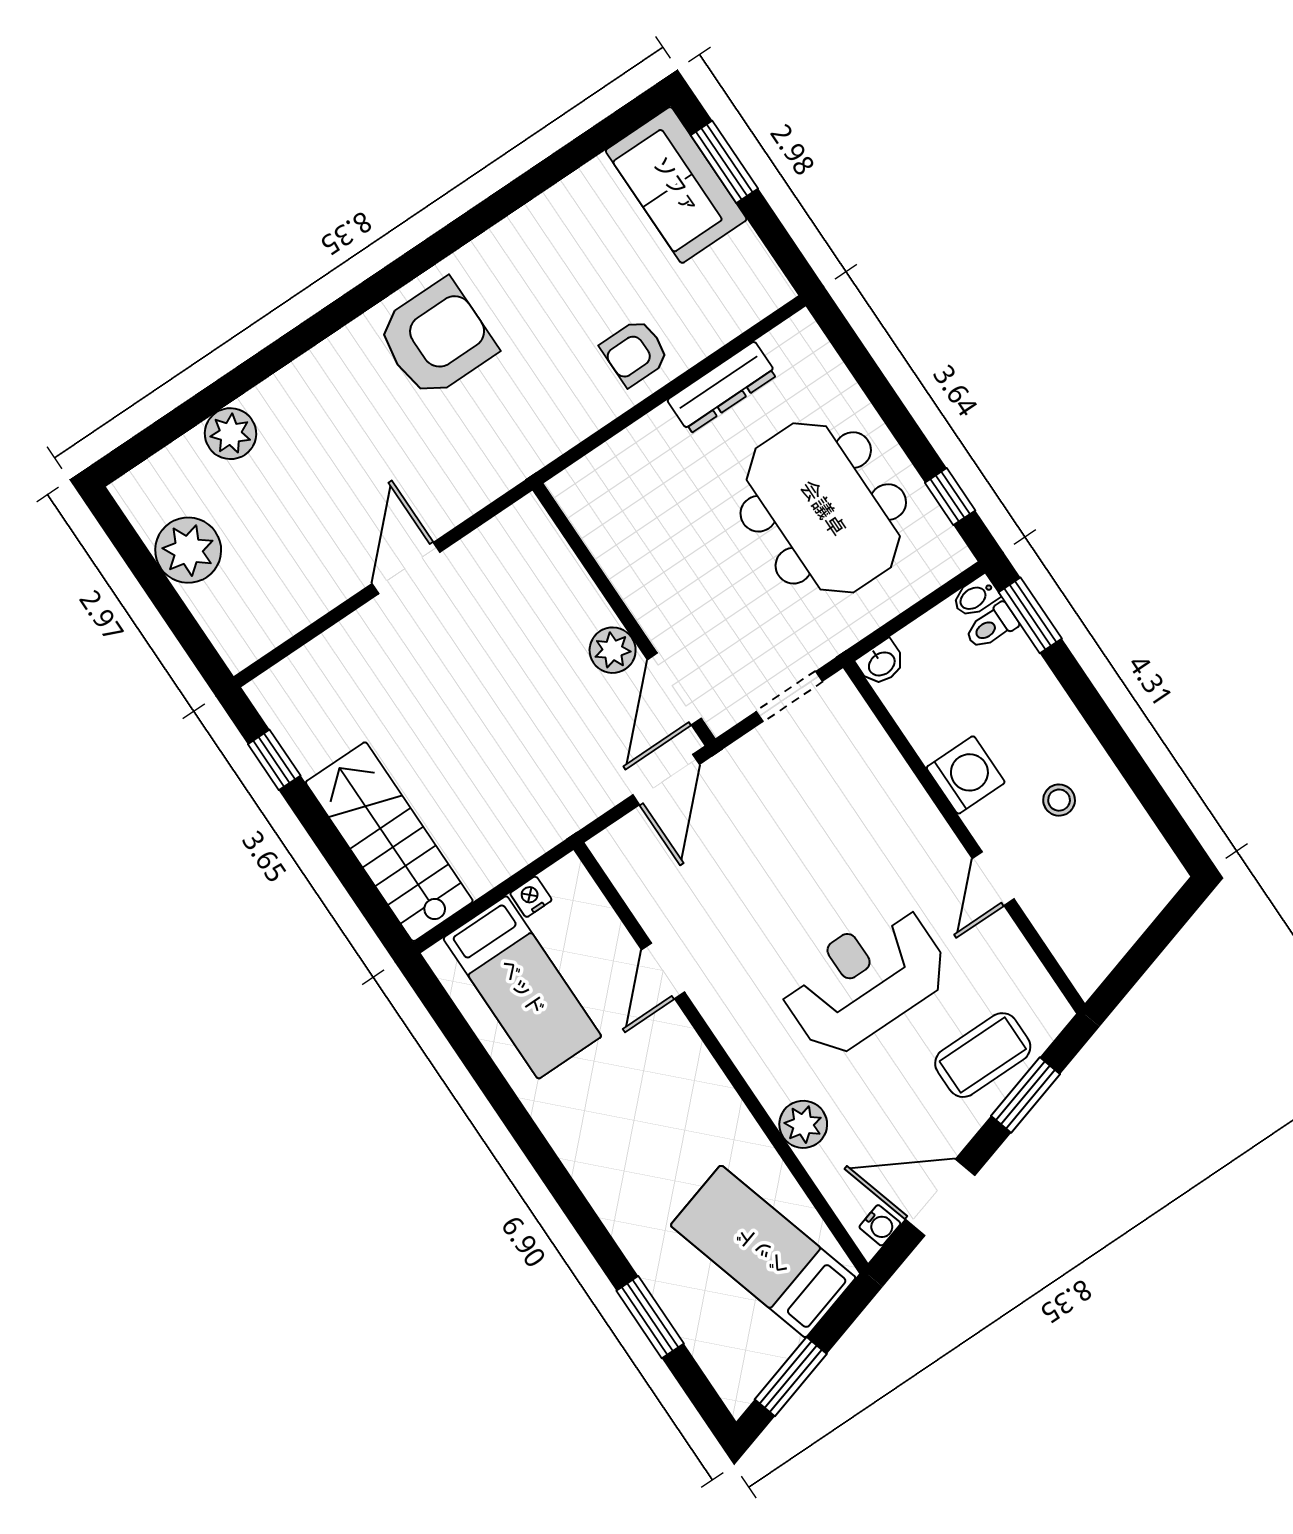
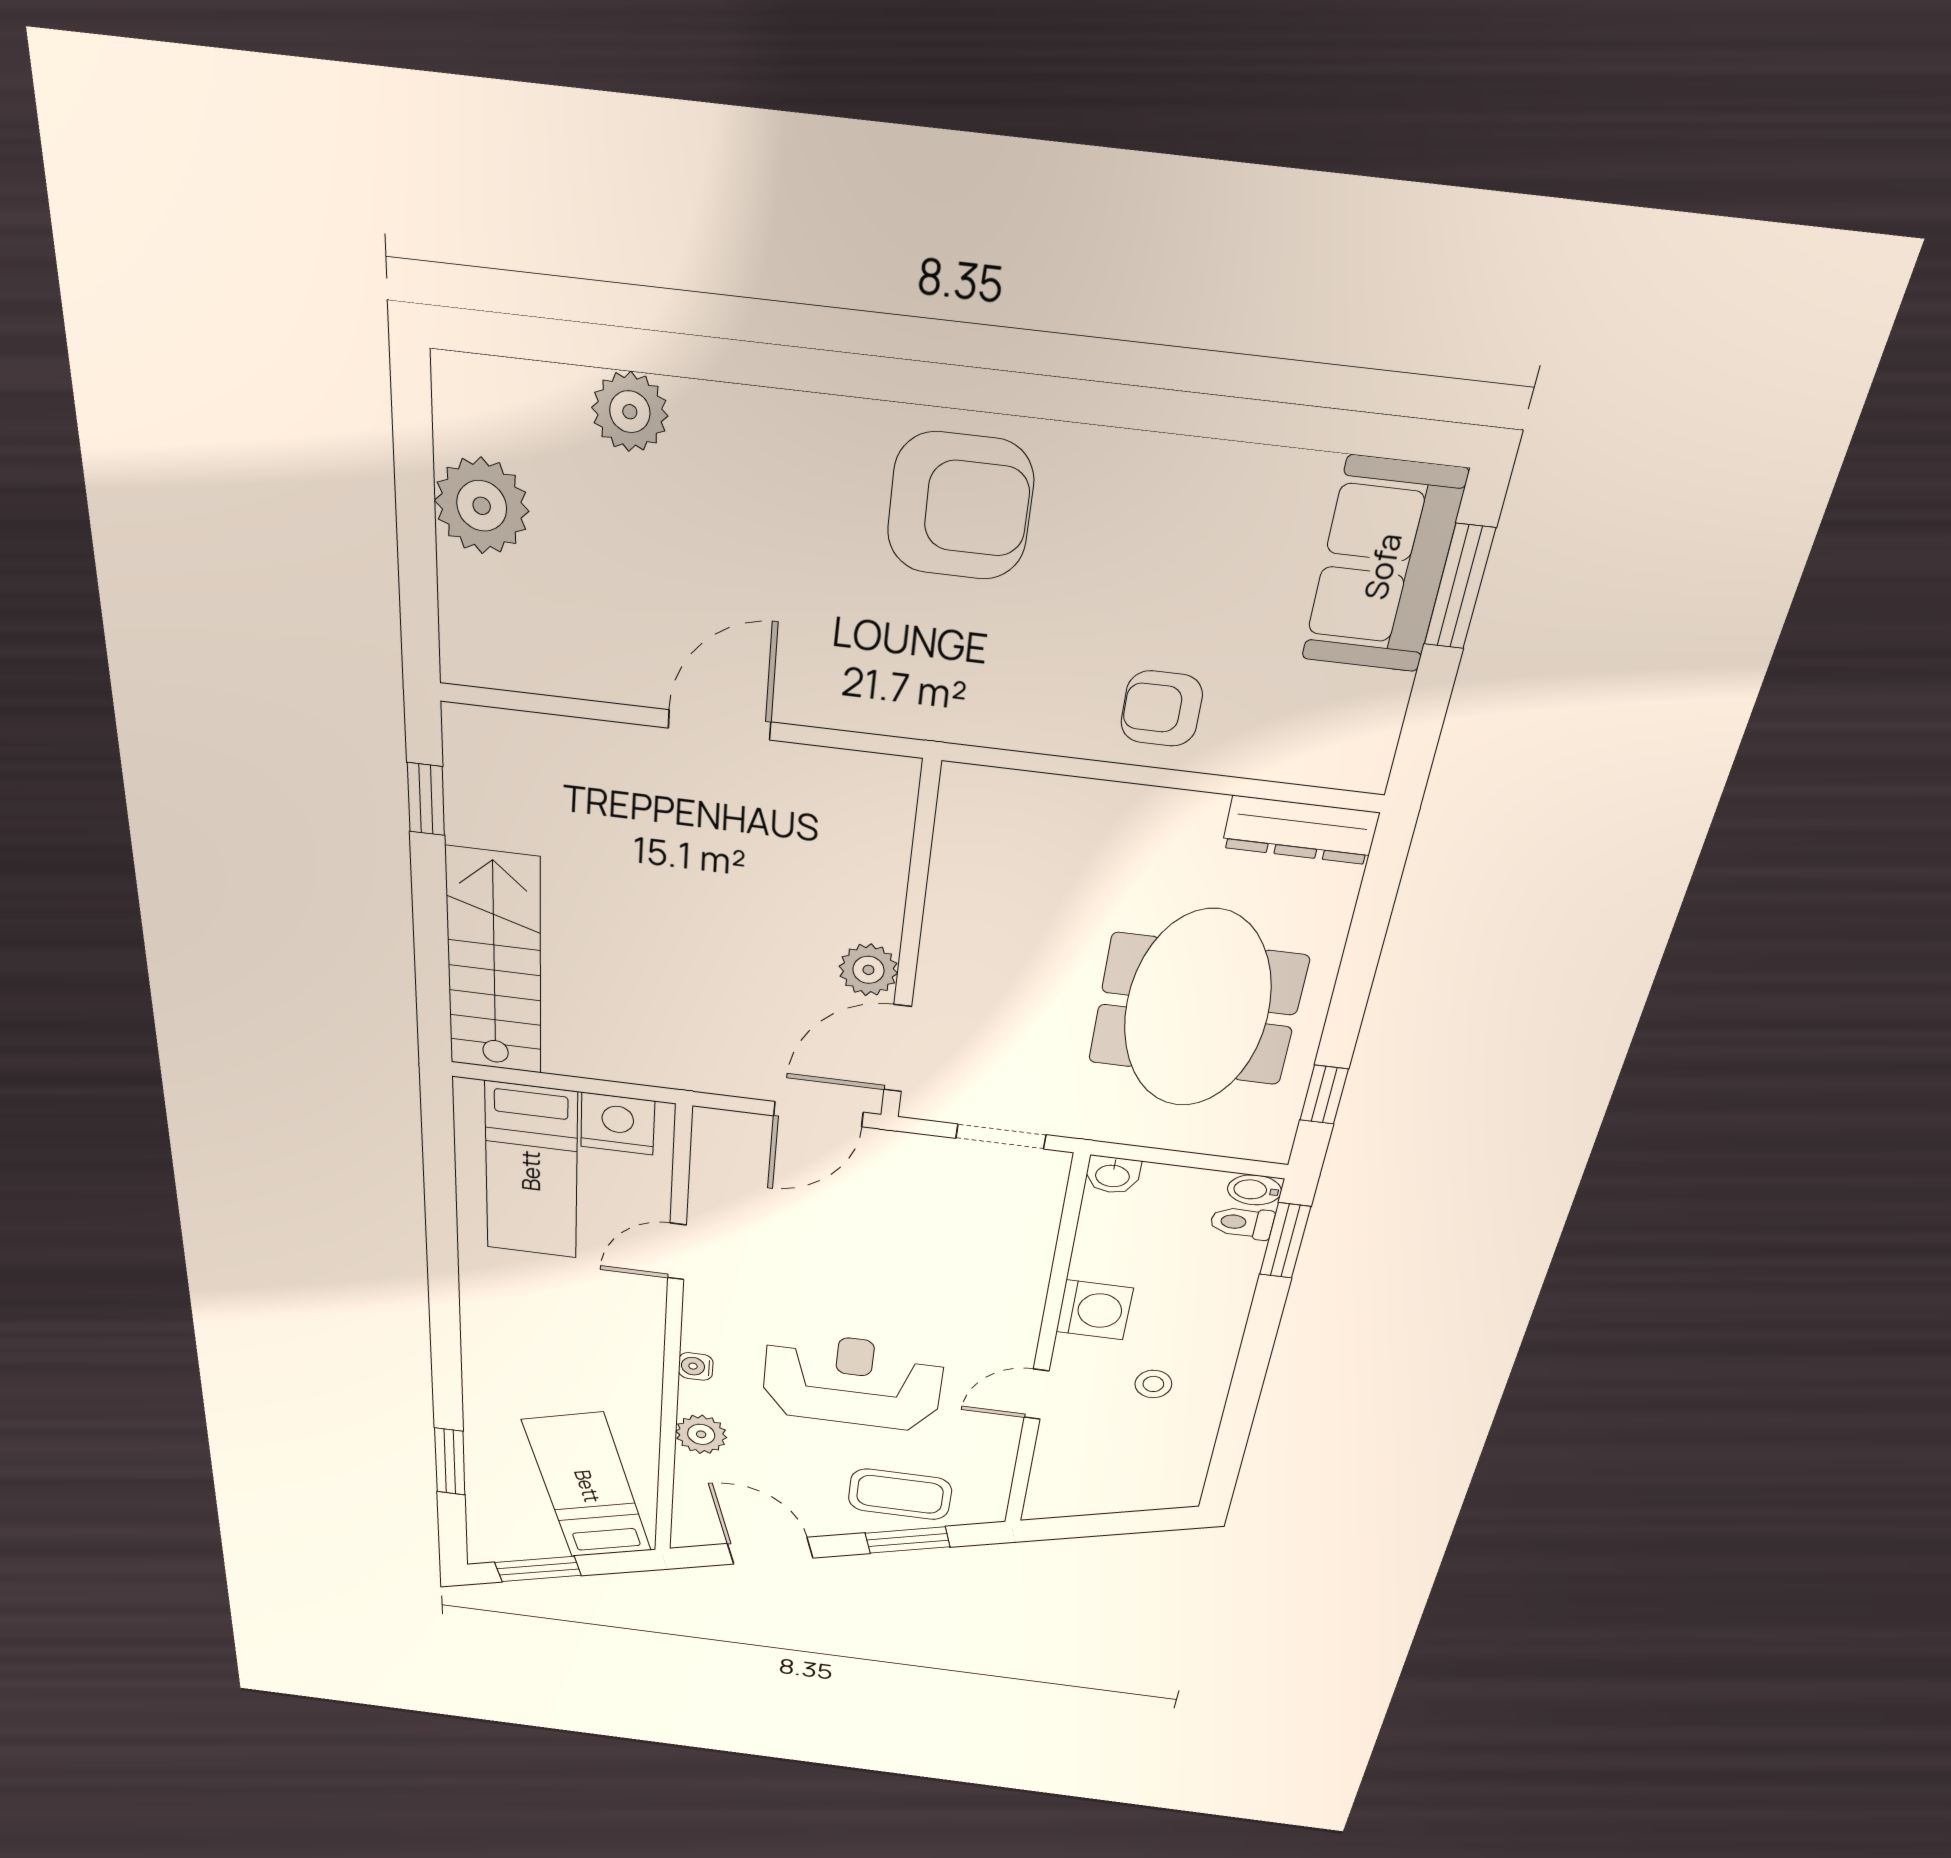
dresser: (722, 388) -> (1300, 830), moved
nightstand: (531, 897) -> (618, 1124), width x1.89, depth x1.79
water cooler: (880, 1225) -> (696, 1366), moved, turned 106

